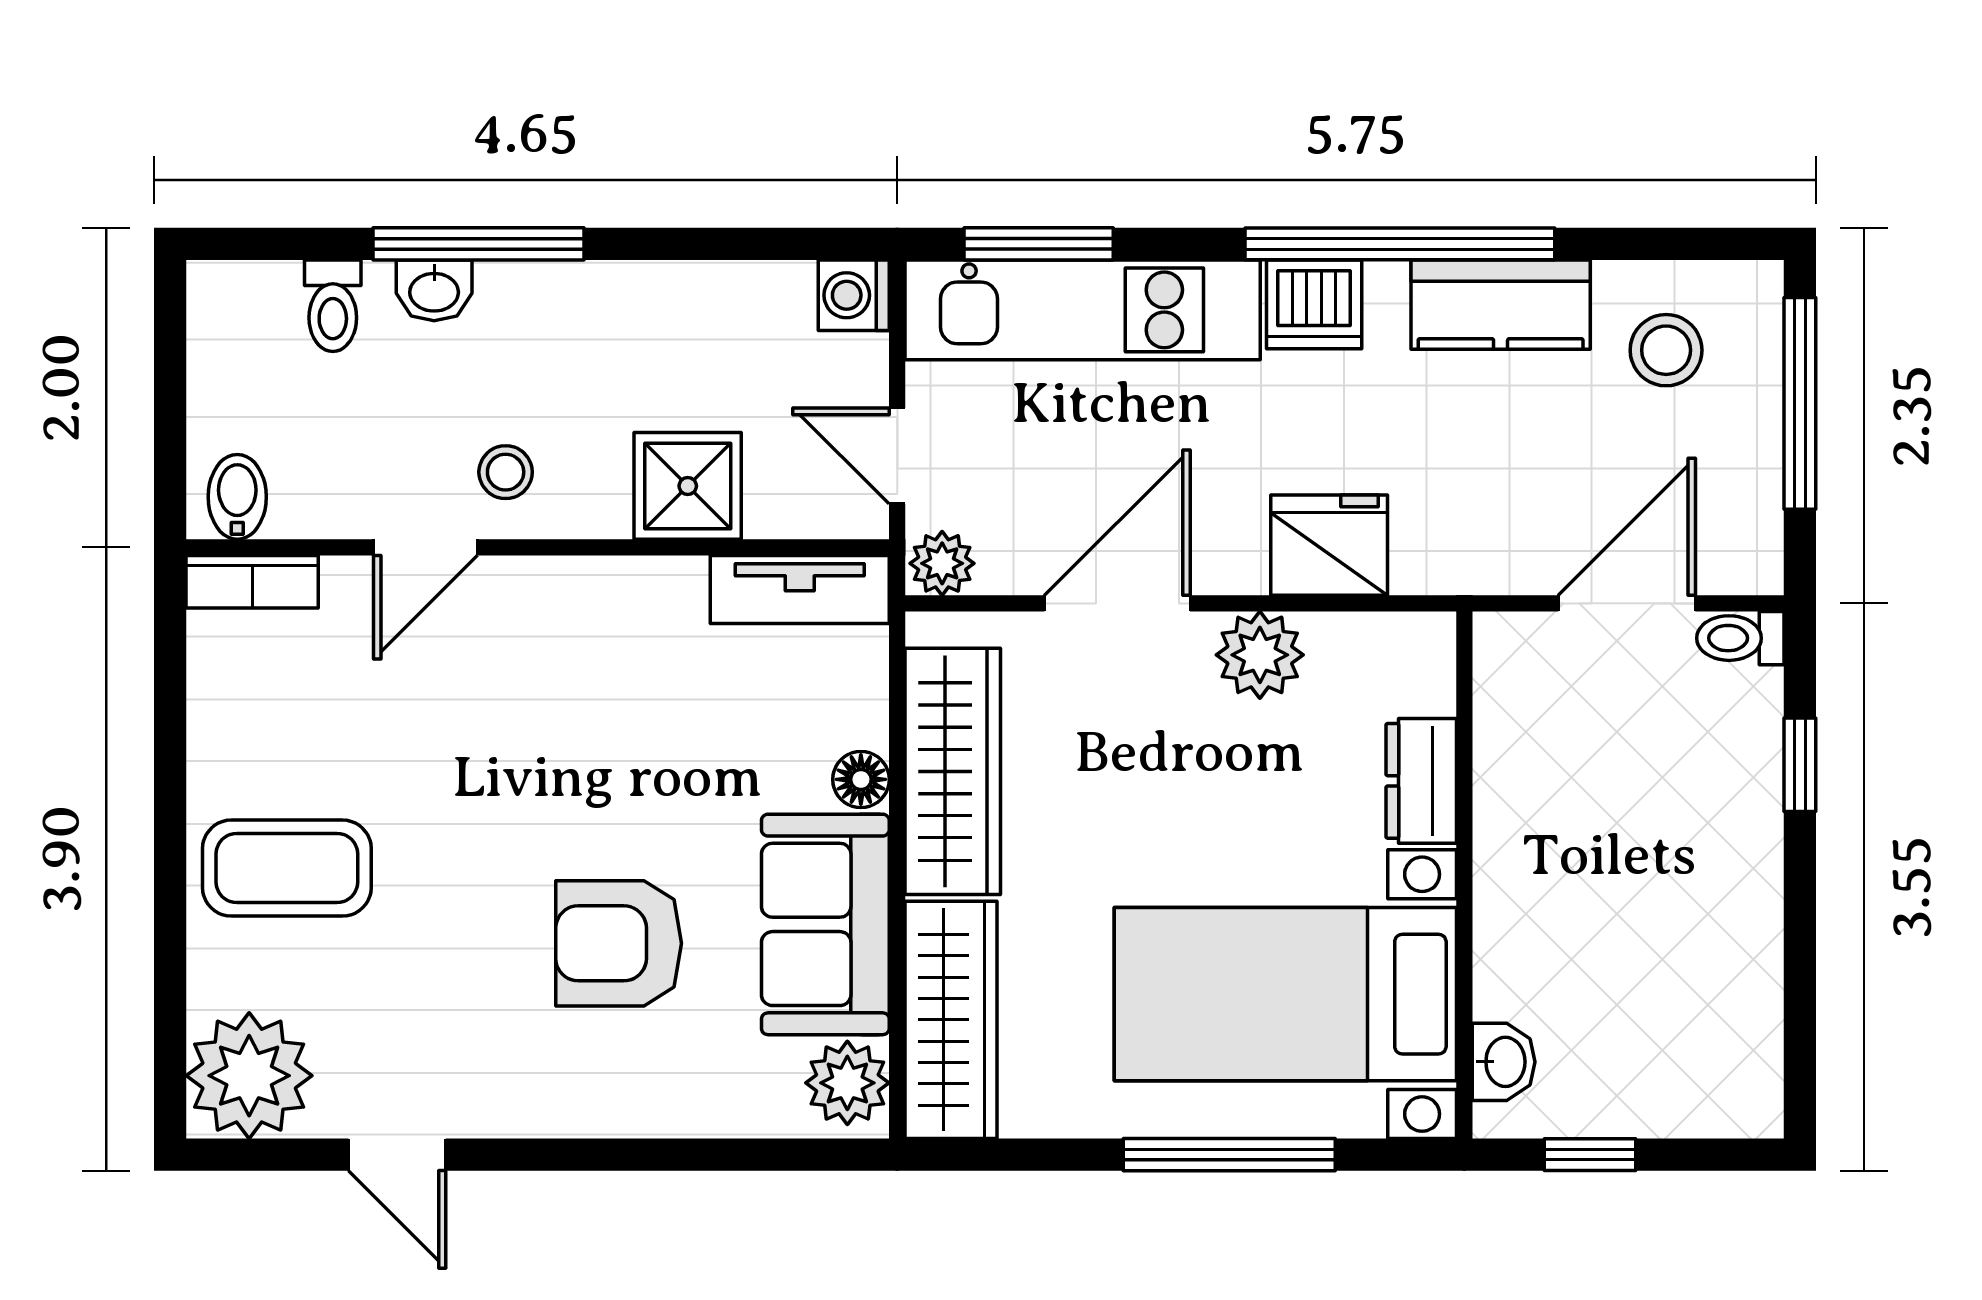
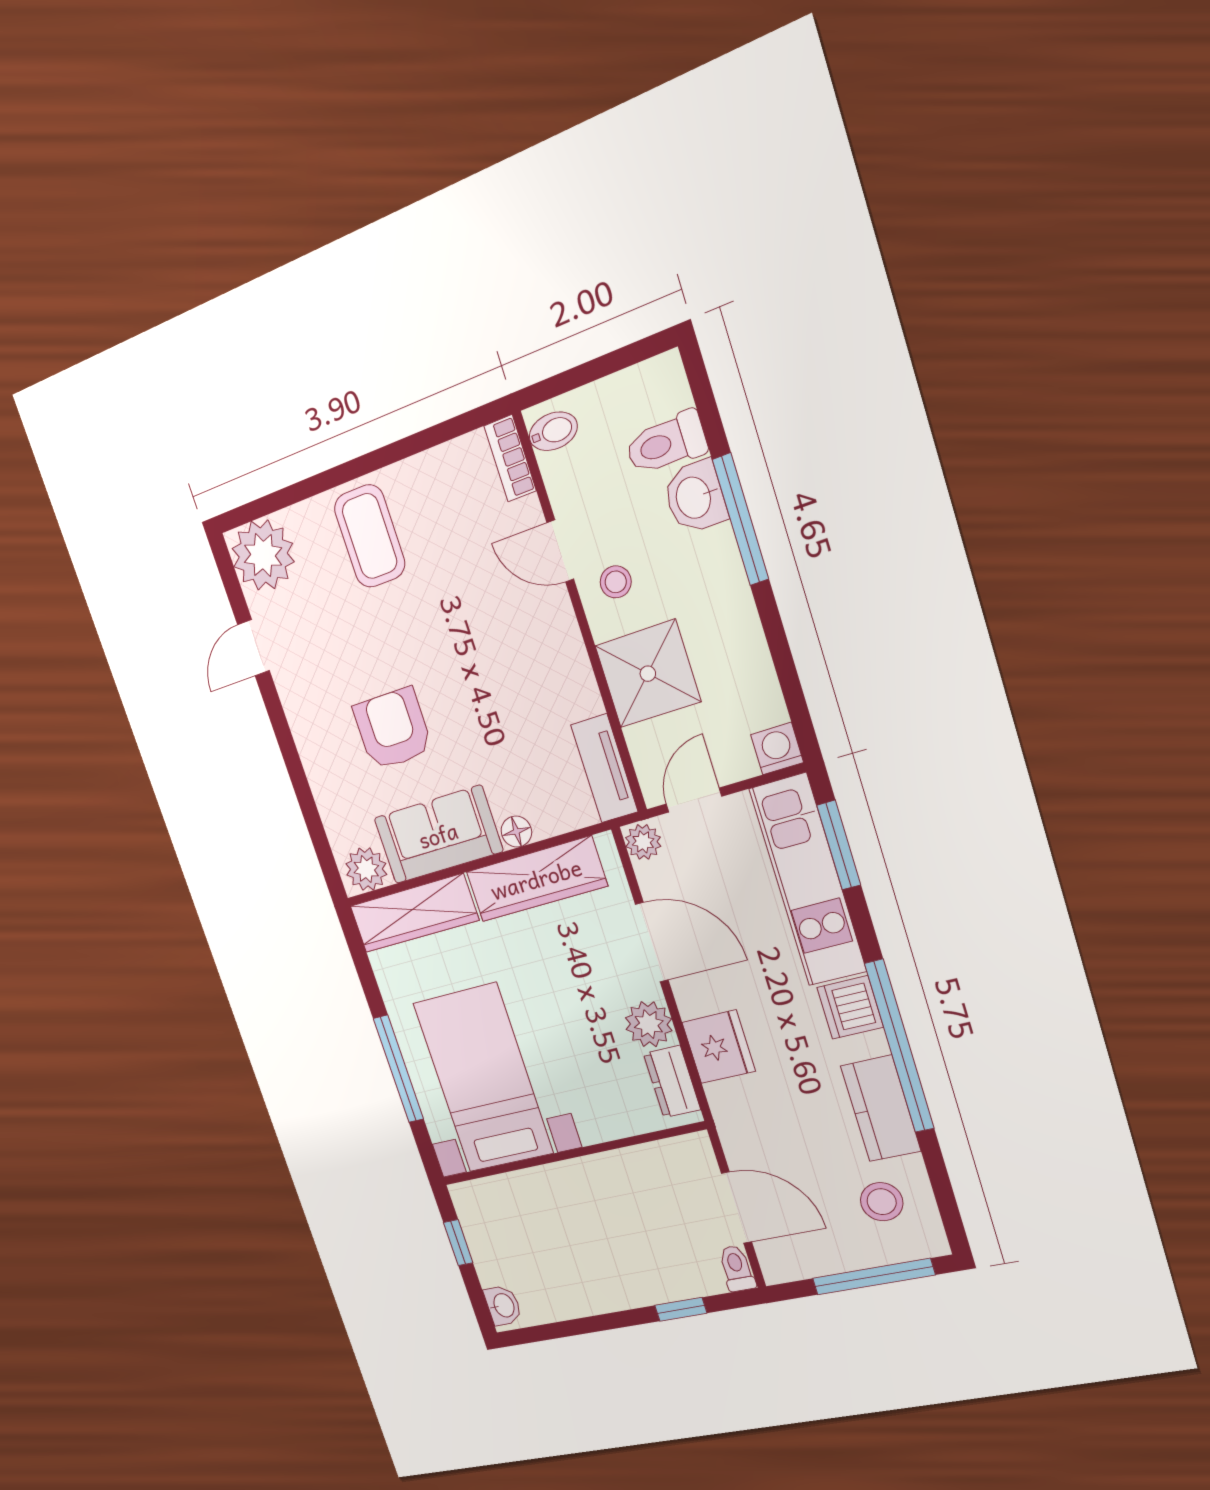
washbasin: (434, 290) -> (695, 497), width x1.38, depth x1.45
toilet: (333, 306) -> (666, 443), width x1.37, depth x1.39
shower: (688, 486) -> (648, 674), width x1.36, depth x1.36
dresser: (1421, 781) -> (672, 1082), moved, turned -90
washbasin: (1504, 1062) -> (503, 1306), moved, turned -90

